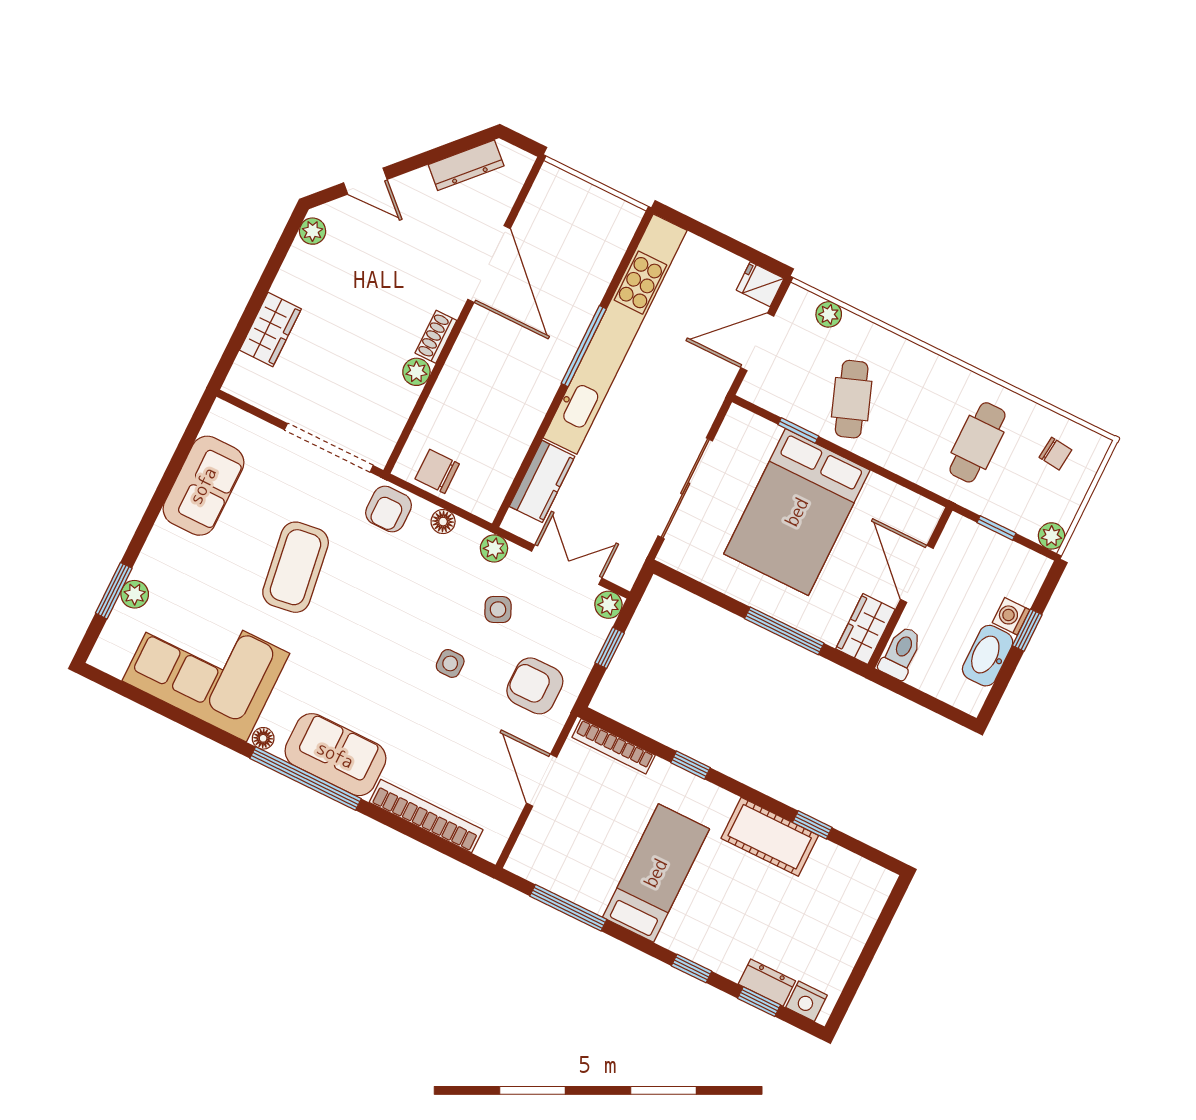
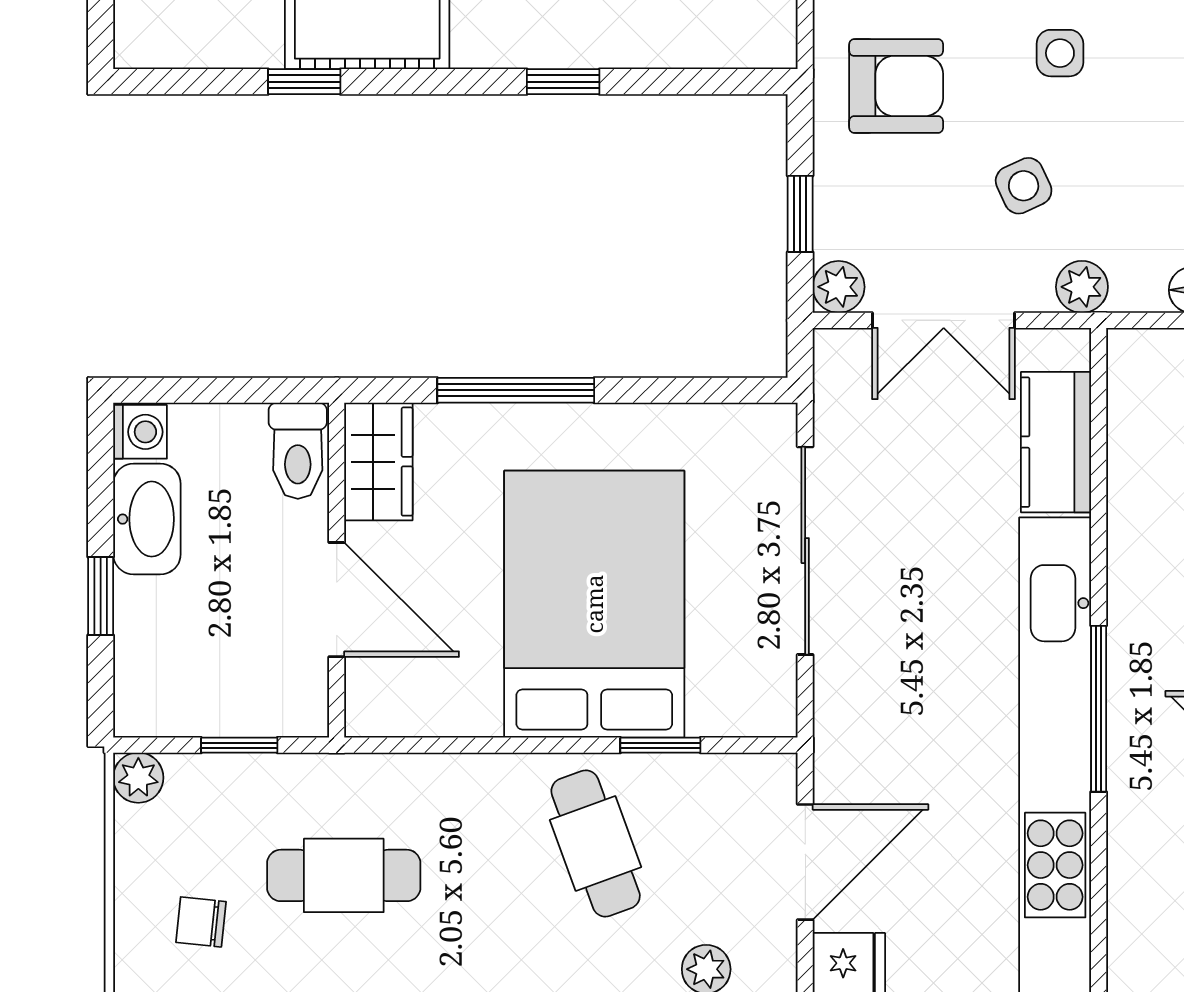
cafe table: (977, 442) -> (344, 875), turned 90
washing machine: (1011, 616) -> (140, 432), moved
bookcase: (614, 746) -> (711, 49), removed

